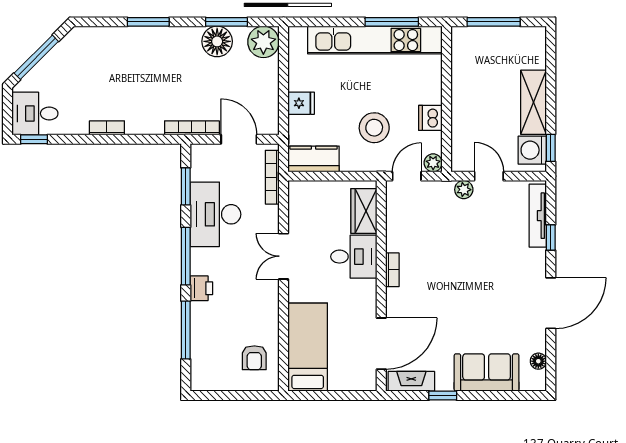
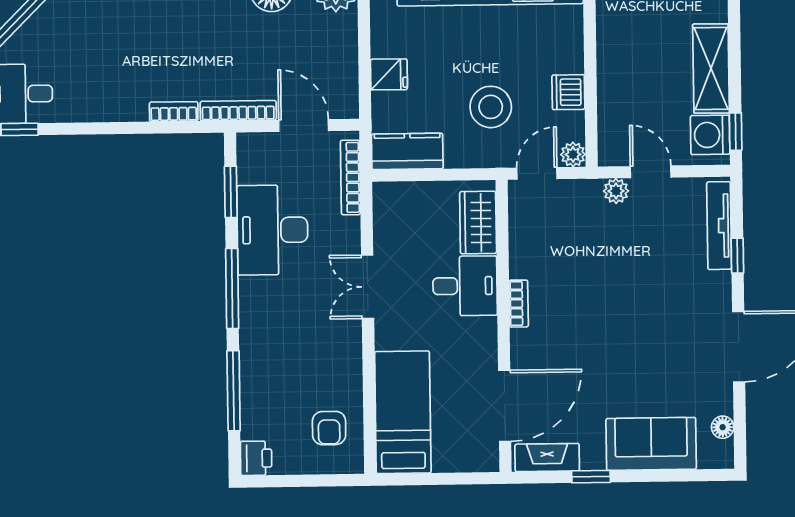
bookcase: (107, 128) -> (174, 112), moved
printer: (201, 288) -> (256, 458), moved

